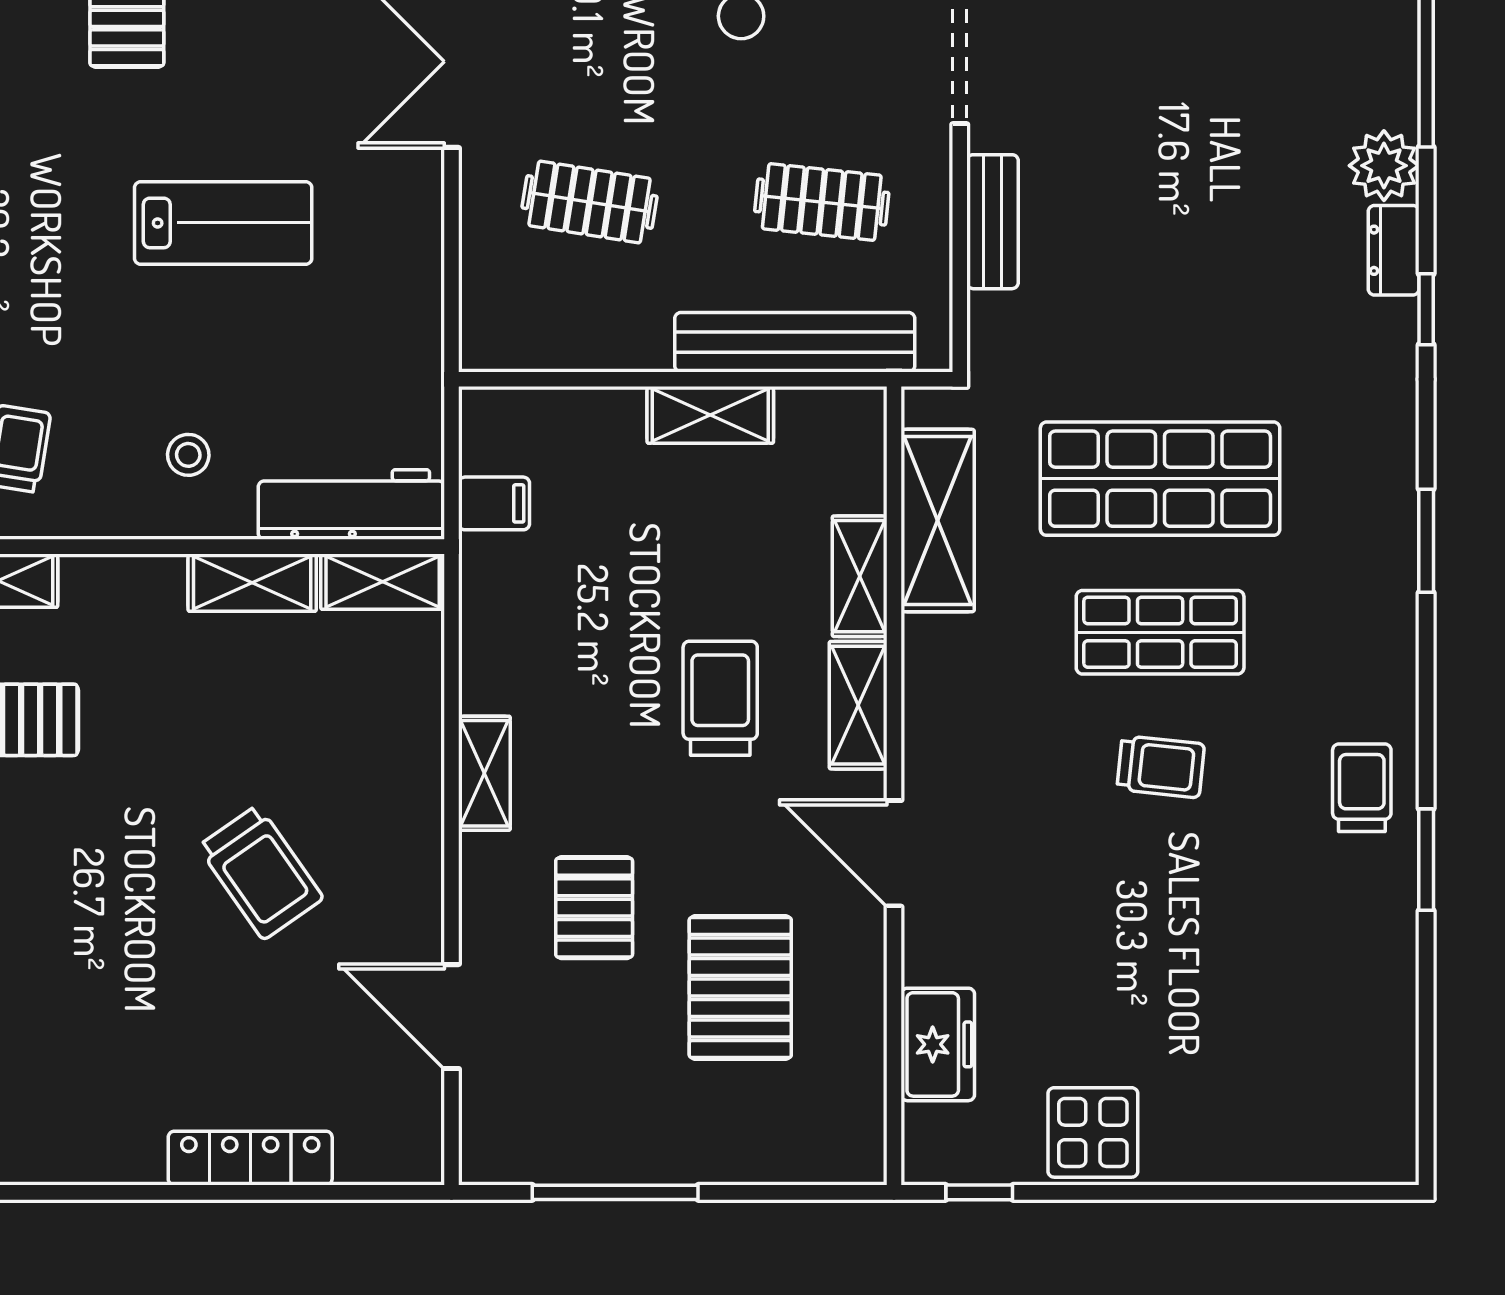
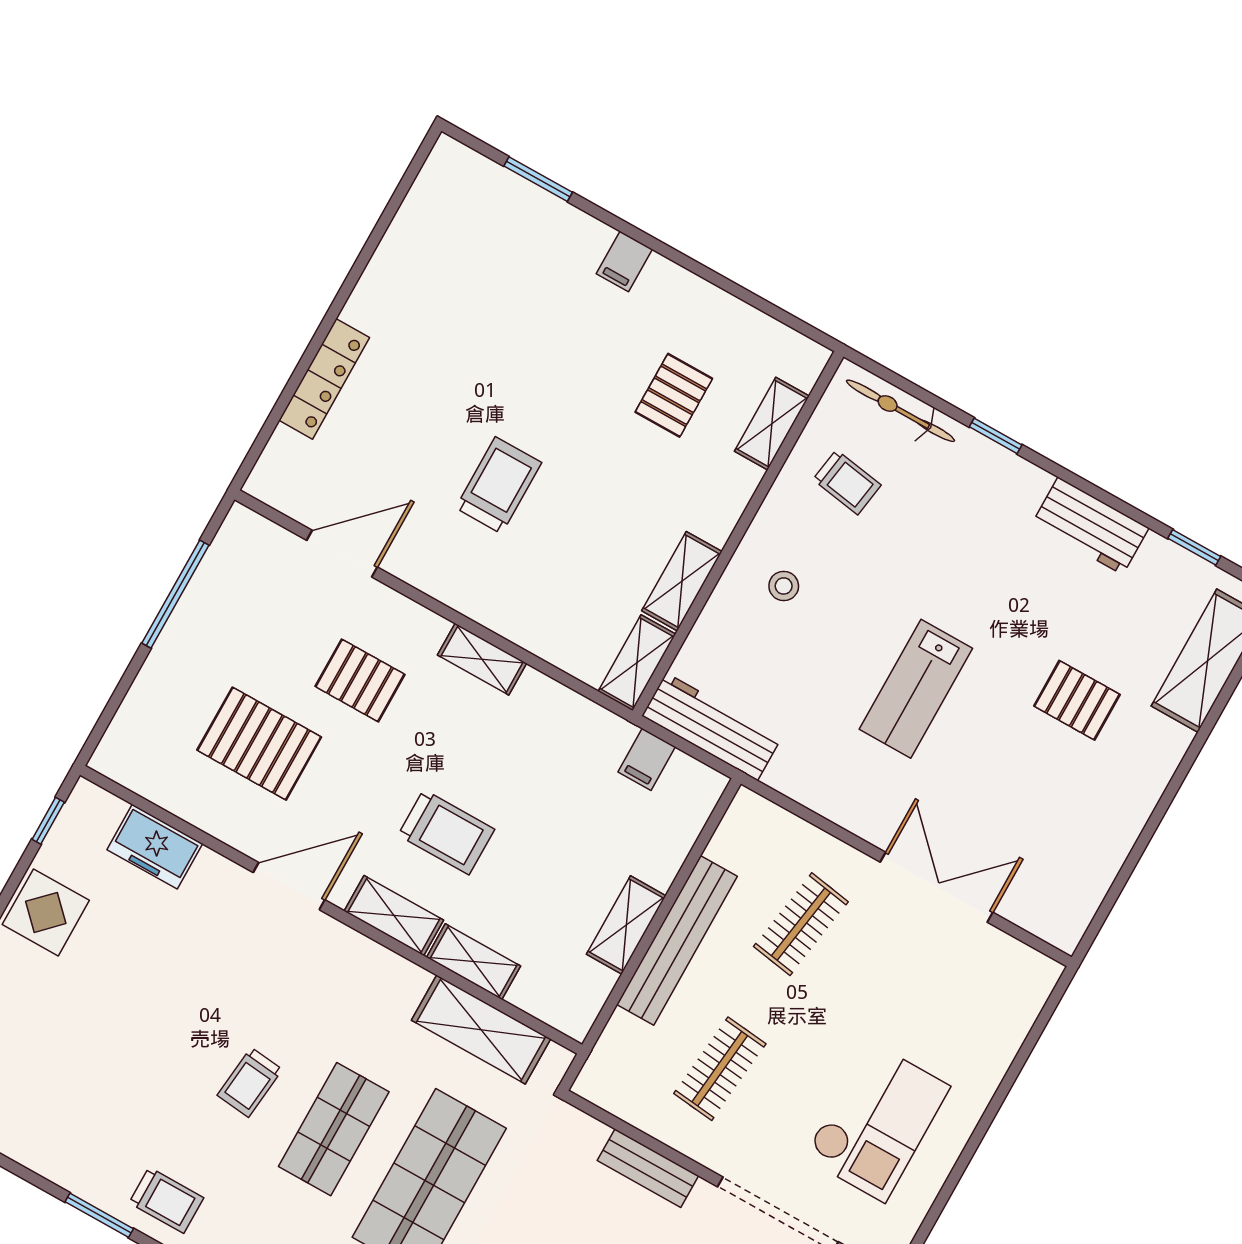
bench: (795, 342) -> (677, 940), moved
workbench: (351, 505) -> (712, 727), moved, turned -90
trolley: (261, 872) -> (498, 485), turned 125

